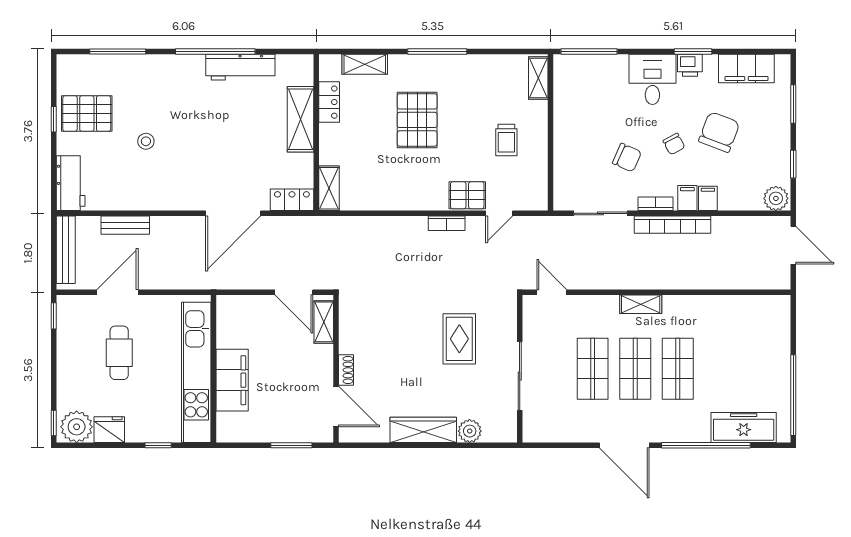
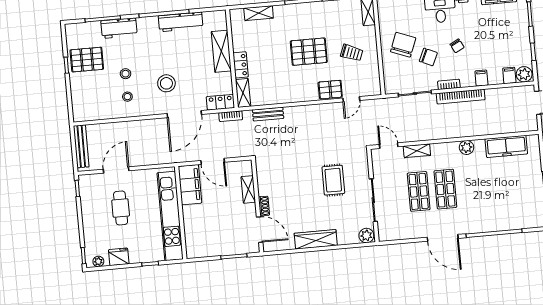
locker: (329, 102) -> (241, 65), moved
pallet: (417, 120) -> (309, 52), moved, turned 90
chair: (719, 132) -> (403, 45), moved
trolley: (506, 140) -> (352, 53), turned -69
stool: (209, 162) -> (166, 83), added
stool: (146, 178) -> (127, 97), added
workbench: (71, 183) -> (119, 28), moved, turned 90
filing cabinet: (687, 198) -> (509, 75), moved
bookcase: (447, 223) -> (231, 116), moved
bench: (125, 225) -> (268, 114), moved
door: (294, 292) -> (213, 161), moved
shelving: (641, 304) -> (417, 151), moved
plant: (675, 306) -> (467, 147), added
shelving: (324, 322) -> (248, 189), moved
shop shelf: (678, 369) -> (472, 187), removed
filing cabinet: (232, 380) -> (190, 185), moved
plant: (77, 427) -> (98, 261), width x0.53, depth x0.53
freezer: (744, 428) -> (506, 146), moved, turned 180
plant: (470, 431) -> (366, 236), moved

